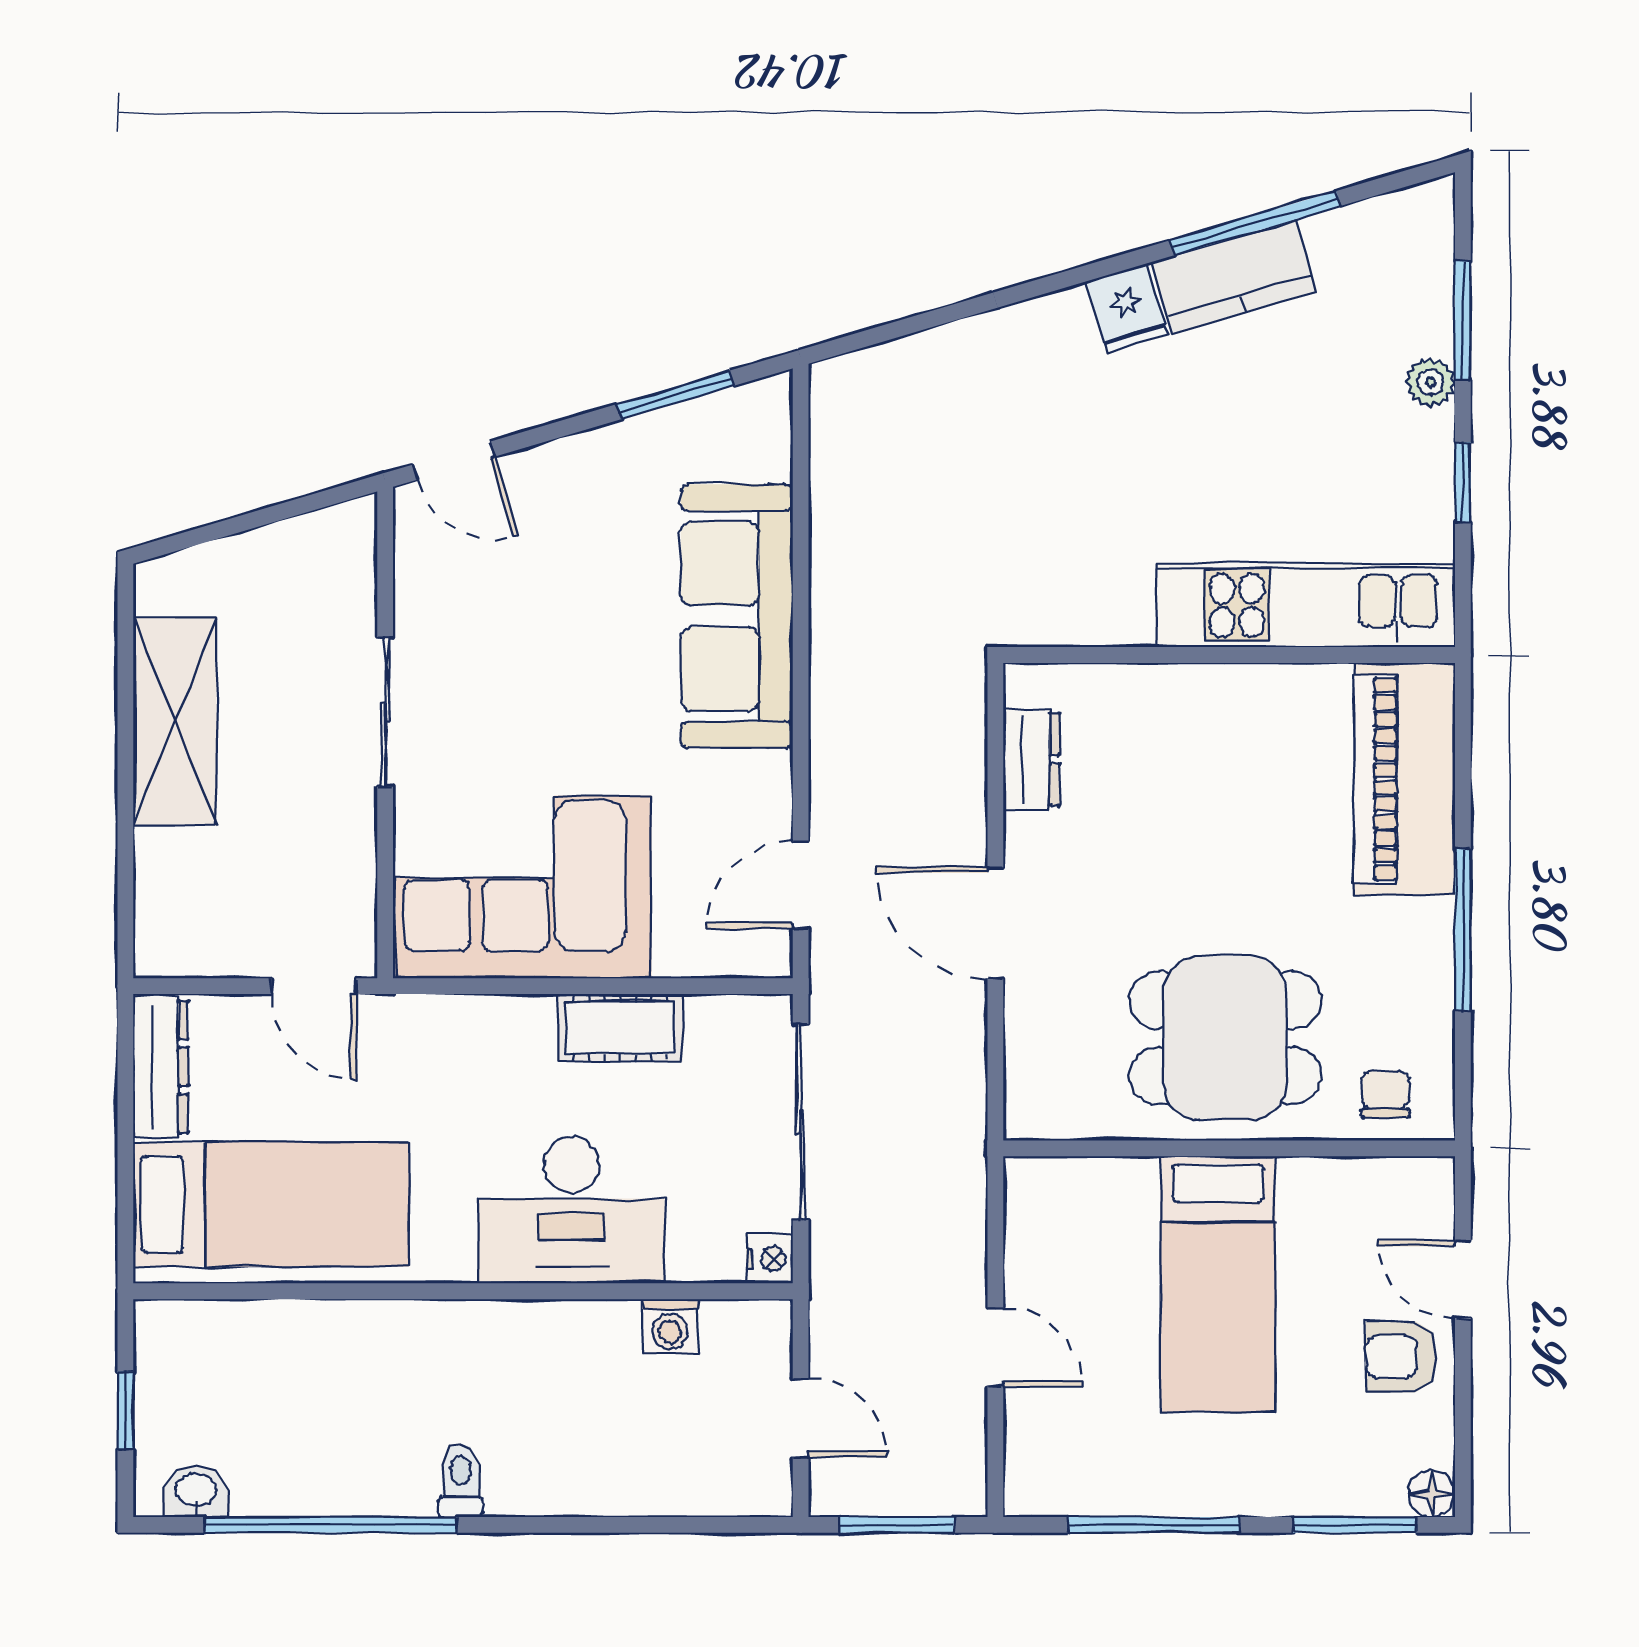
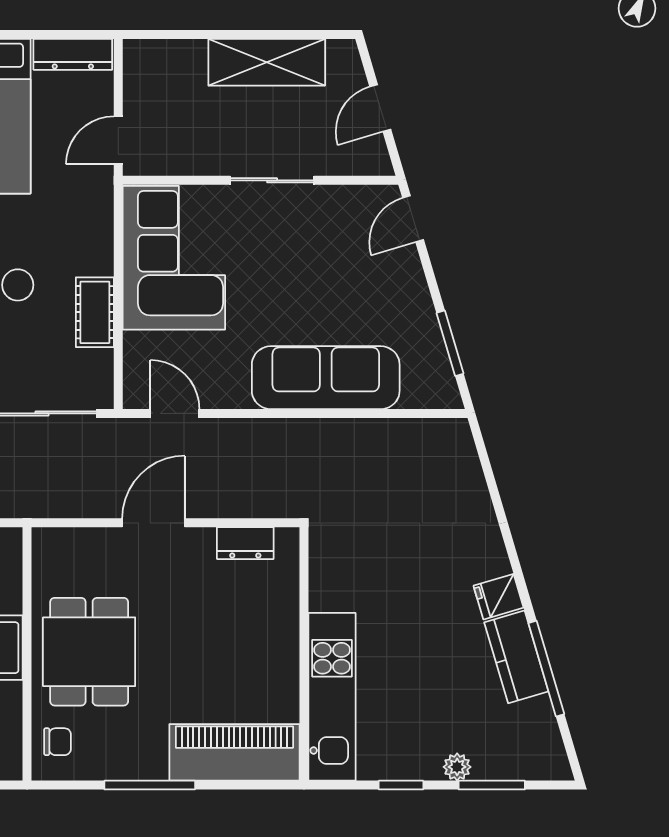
door: (256, 519) -> (380, 108), added

